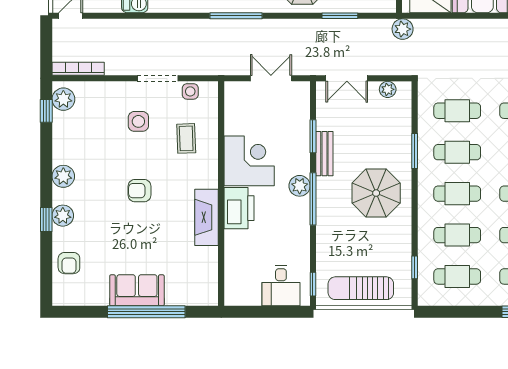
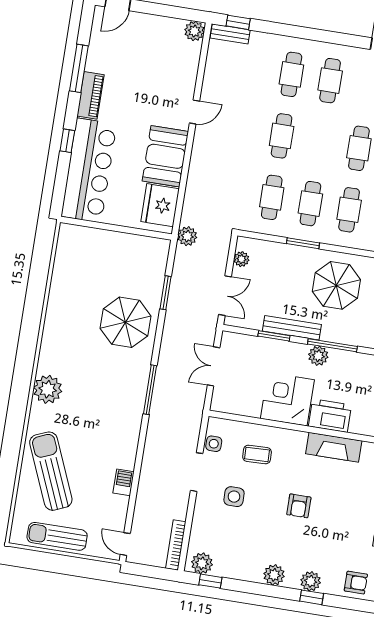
bench: (324, 154) -> (292, 328), width x1.36

